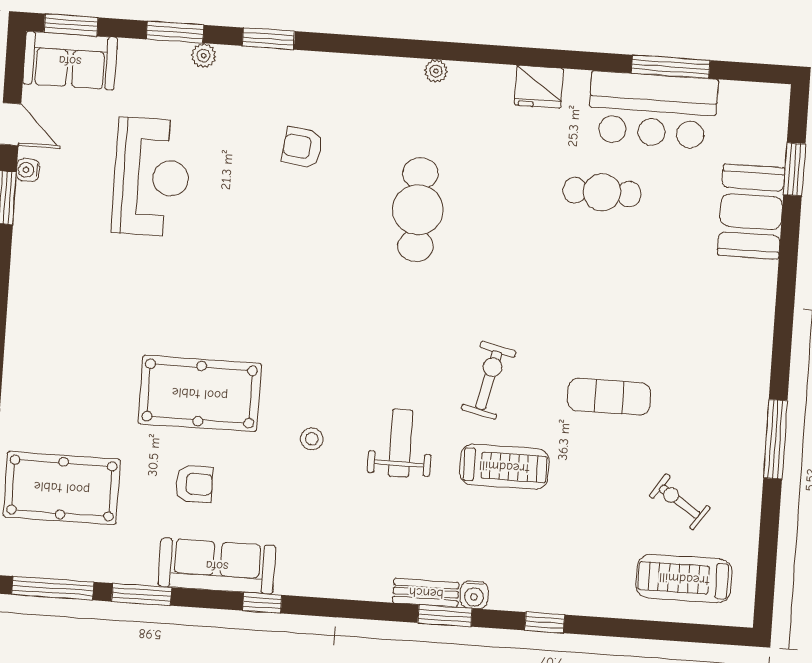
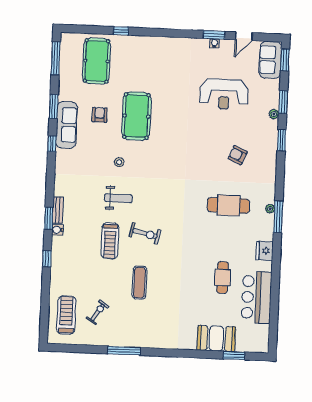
window: (671, 67) -> (278, 217), moved
armchair: (302, 147) -> (238, 155), turned -73
water cooler: (28, 170) -> (215, 43), moved
cafe table: (418, 210) -> (229, 205), moved
armchair: (194, 484) -> (100, 115), turned 180
window: (142, 594) -> (54, 107), moved

